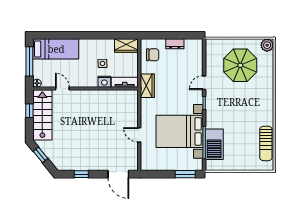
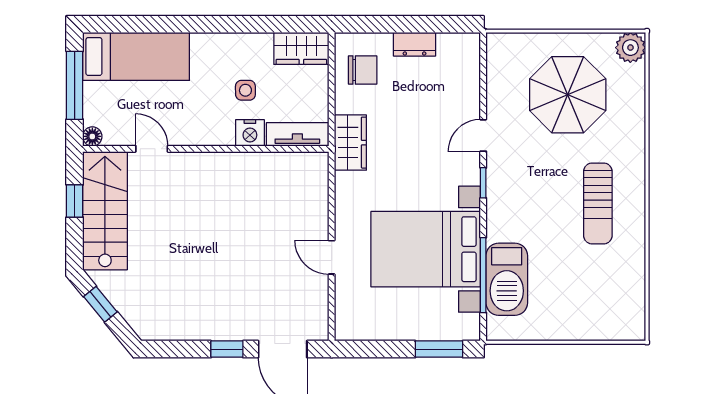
sun lounger: (266, 143) -> (598, 203), moved
window: (81, 174) -> (227, 349), moved

